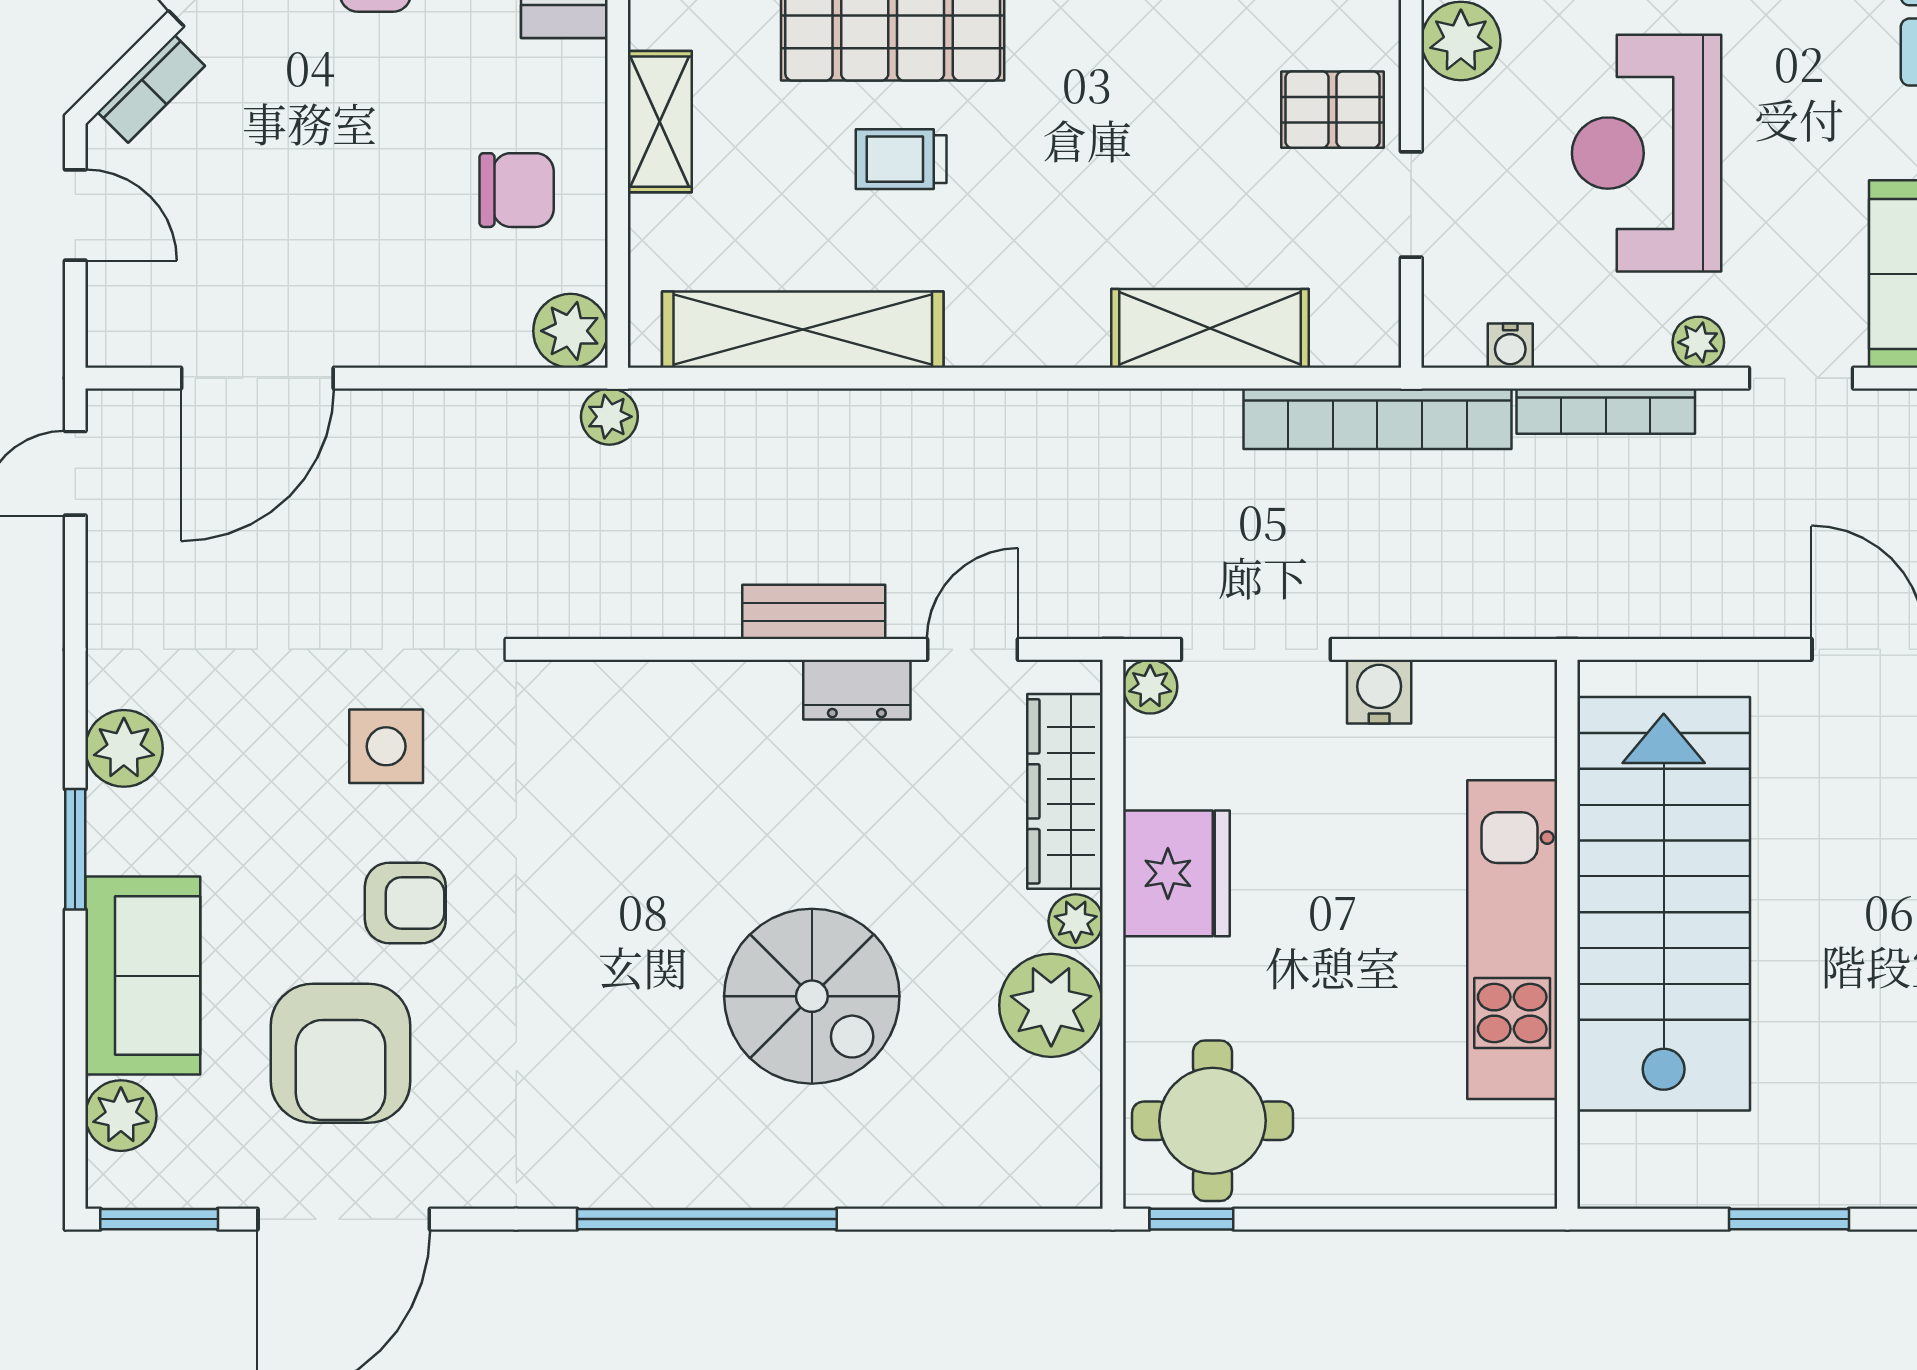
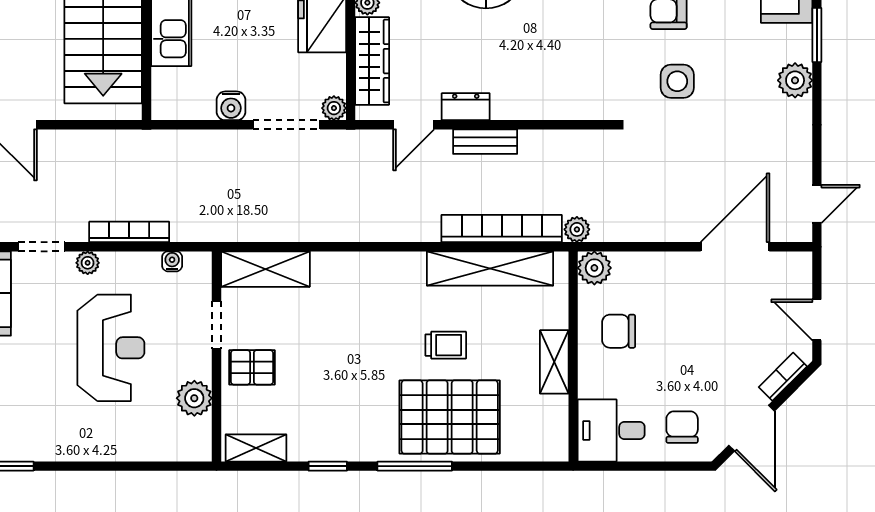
shelving: (1210, 328) -> (265, 269), moved
bookcase: (1377, 419) -> (502, 228), moved

